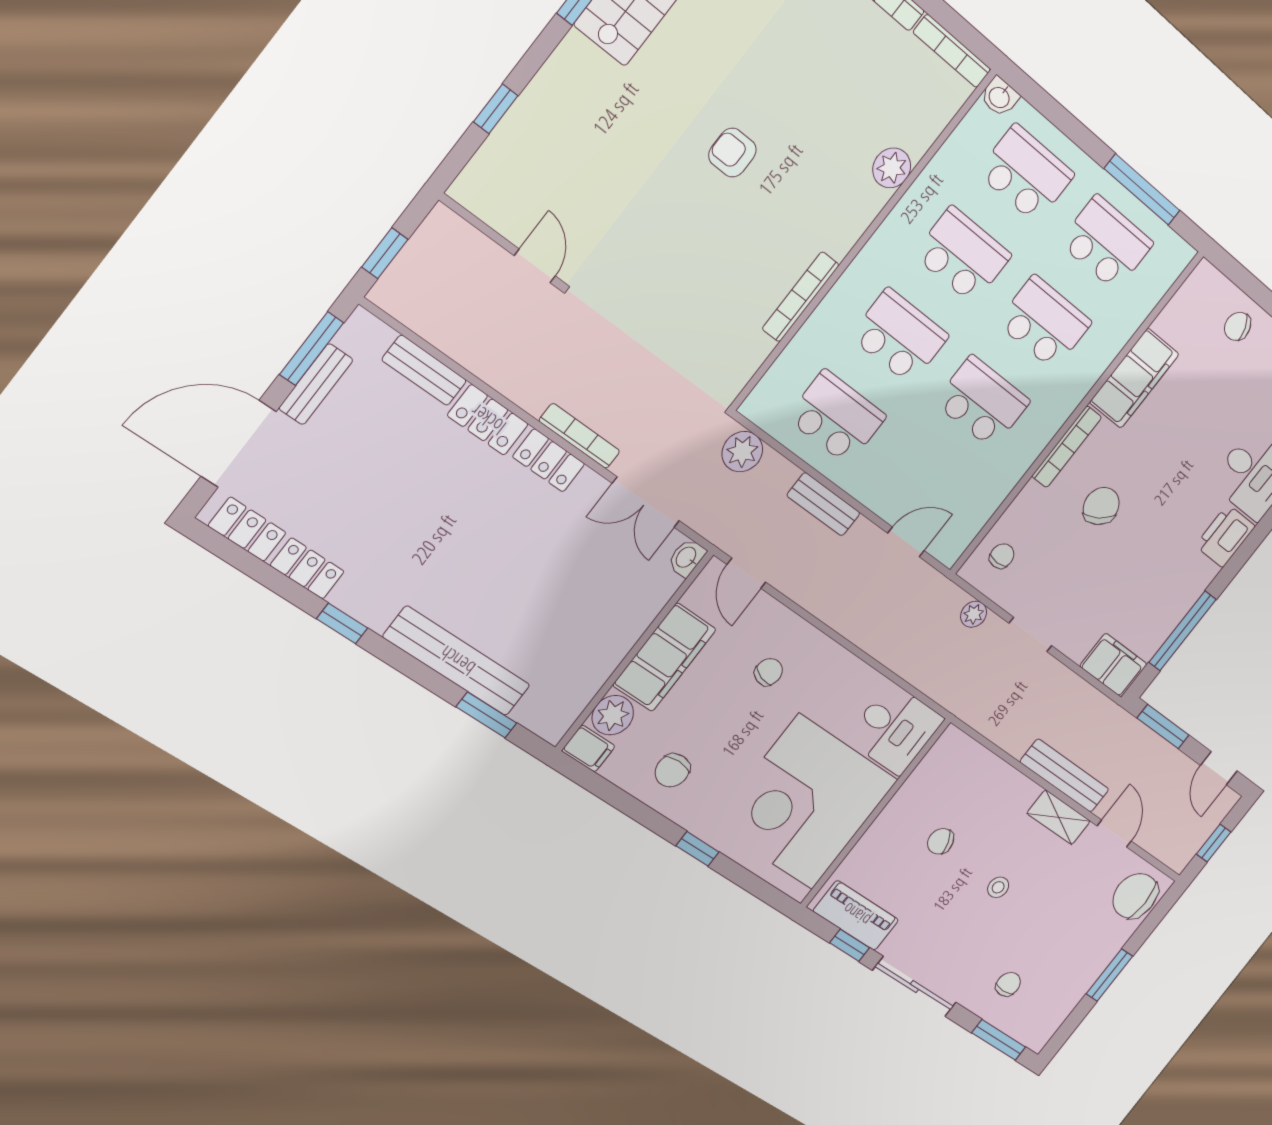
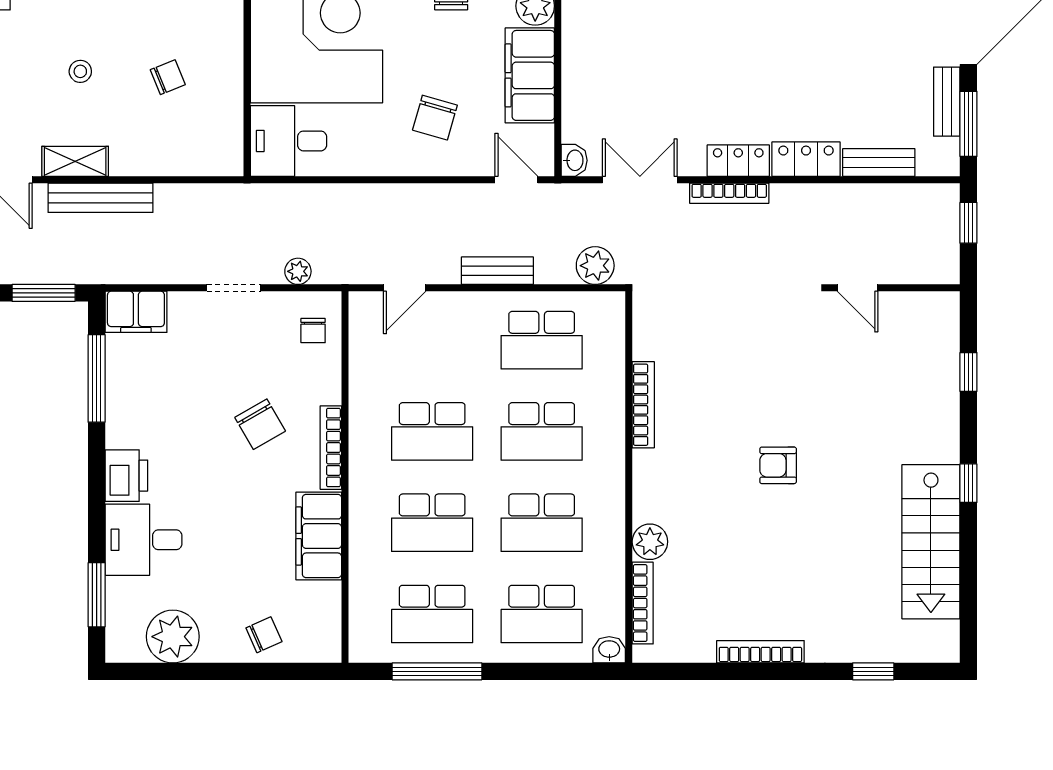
bookcase: (952, 51) -> (643, 603), moved, turned 90
armchair: (732, 153) -> (778, 465), turned 180
chair: (769, 672) -> (435, 118), width x1.37, depth x1.37

